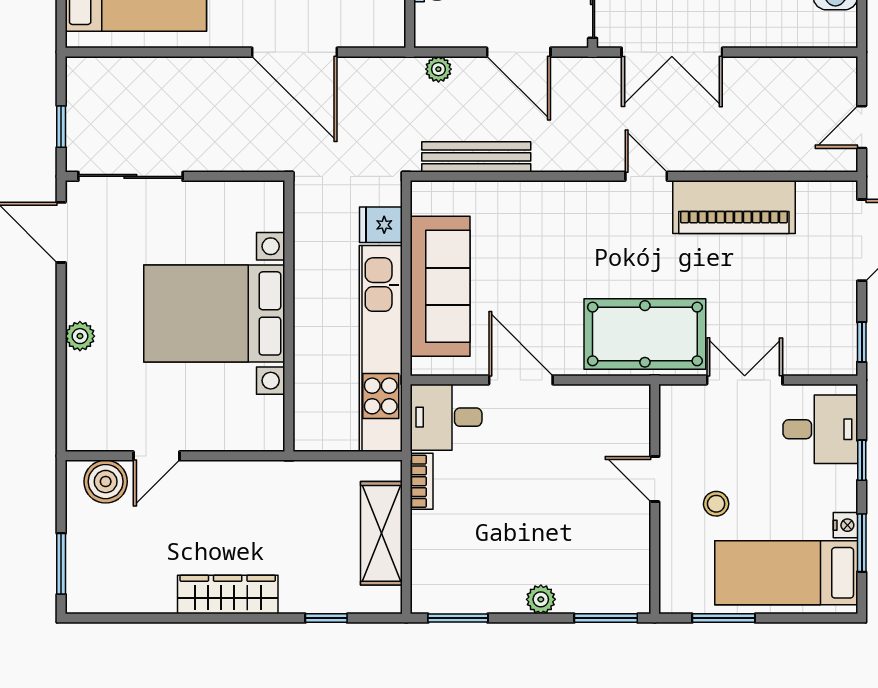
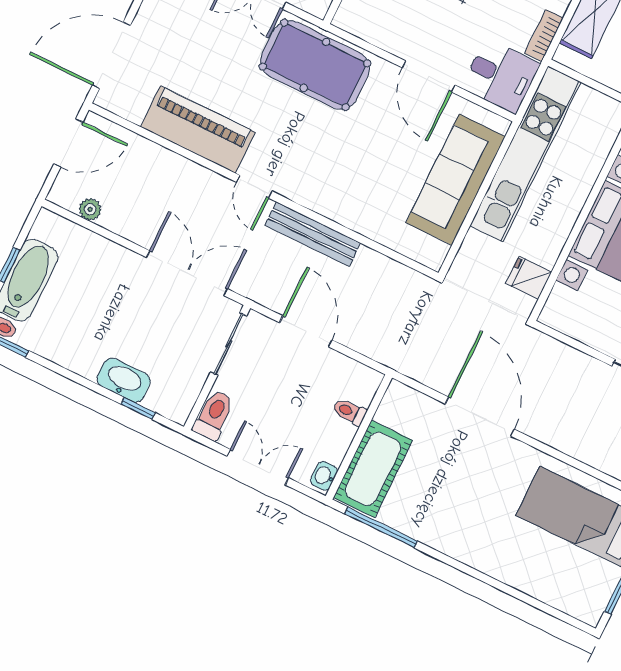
plant: (438, 69) -> (90, 209), moved
door: (862, 127) -> (68, 143), width x1.38
bench: (476, 157) -> (313, 234), moved
fridge: (381, 225) -> (529, 278), moved, turned 180

